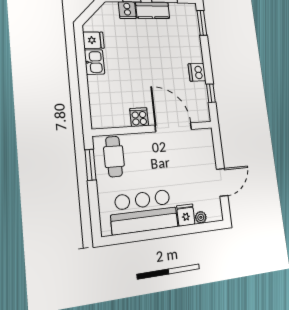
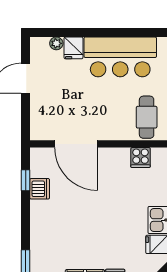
dishwasher: (197, 72) -> (40, 189), moved
cooker: (139, 117) -> (141, 157), moved

